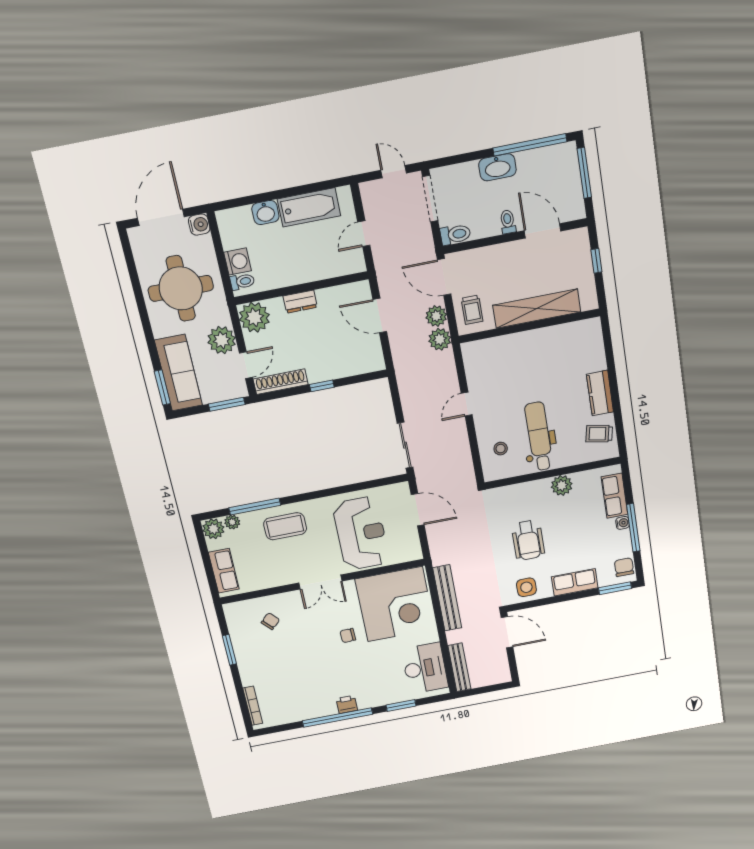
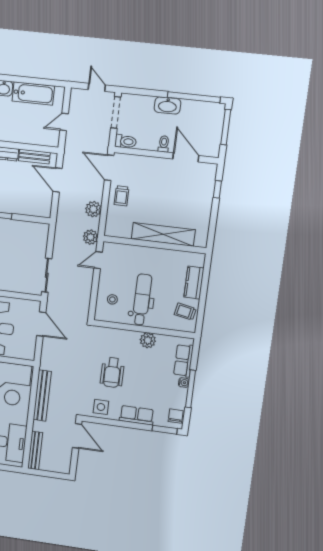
bench: (338, 294) -> (34, 157), added
shelving: (537, 309) -> (163, 234), moved
plant: (436, 316) -> (90, 237), moved
wall: (529, 326) -> (155, 245), moved

